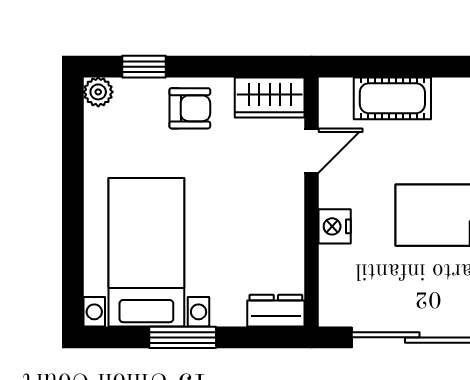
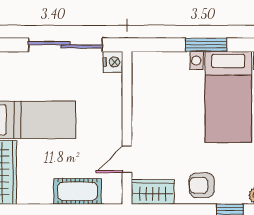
nightstand: (335, 226) -> (113, 62), moved
dresser: (276, 311) -> (149, 61), removed

